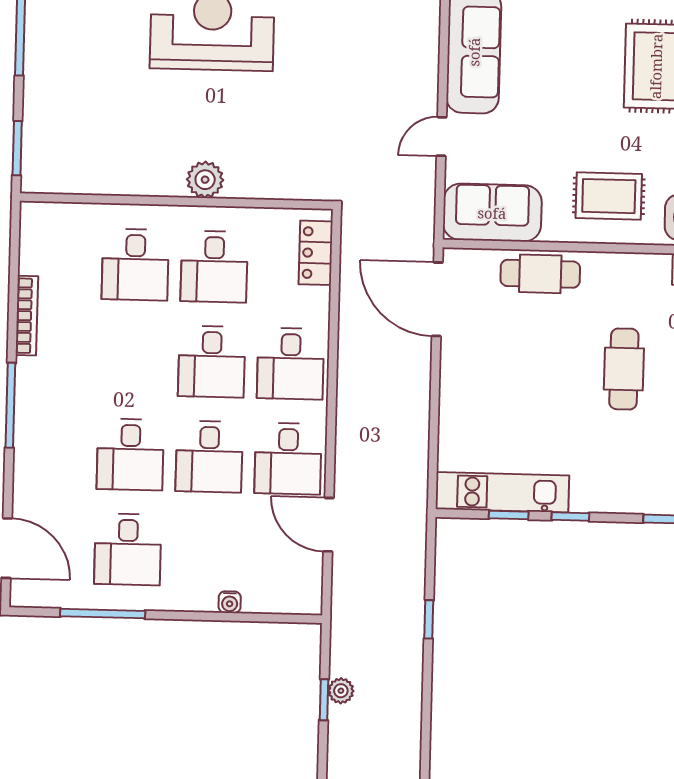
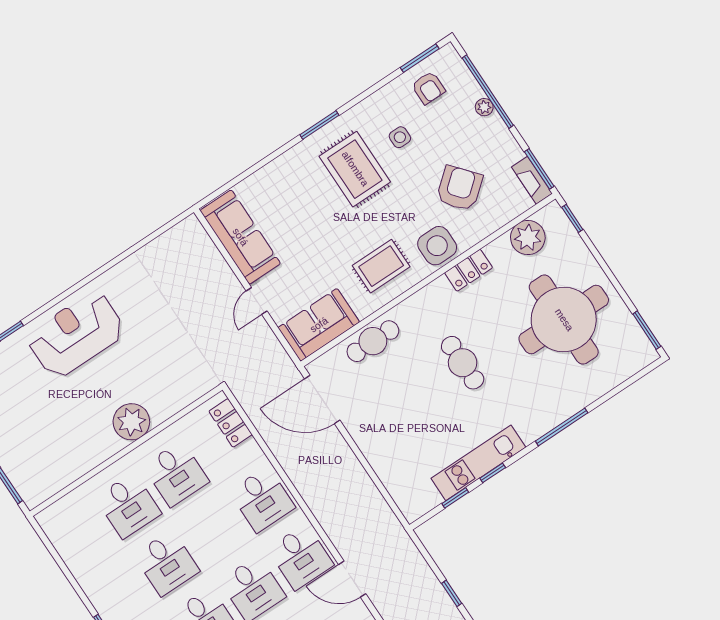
plant: (205, 180) -> (131, 422), width x1.36, depth x1.36
bookcase: (27, 316) -> (85, 581), removed
desk: (212, 362) -> (167, 563), moved
kitchen unit: (503, 492) -> (478, 463), moved

